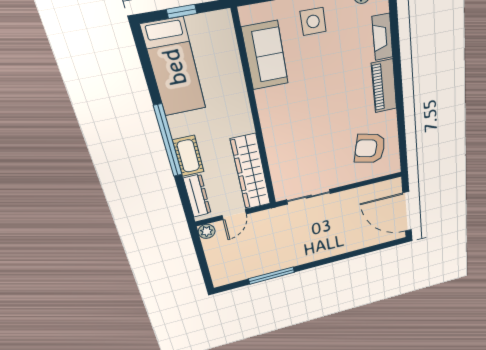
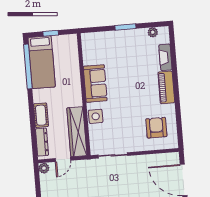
side table: (313, 21) -> (96, 116), moved
sofa: (265, 56) -> (95, 83), moved
window: (168, 141) -> (28, 67), moved
armchair: (370, 148) -> (156, 128), turned 76

